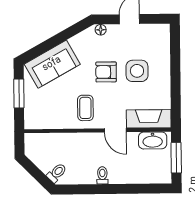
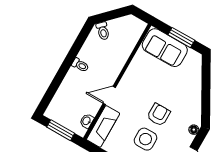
sofa: (52, 64) -> (165, 48), moved, turned -61
coffee table: (85, 108) -> (140, 82), removed
washbasin: (153, 140) -> (87, 121), width x0.52, depth x0.69

